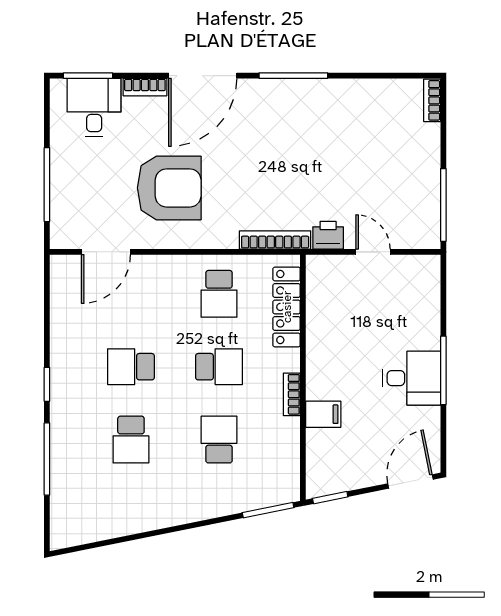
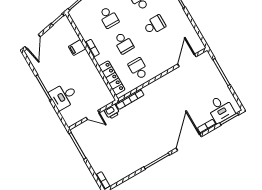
armchair: (169, 188) -> (178, 96), removed
school desk: (219, 367) -> (124, 43), turned -90
desk: (412, 378) -> (64, 96), moved

